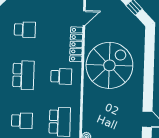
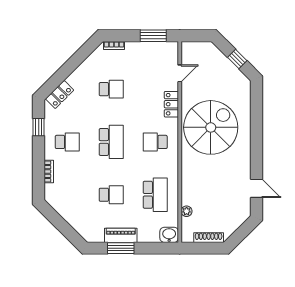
locker: (76, 44) -> (171, 104), width x0.66
school desk: (61, 76) -> (155, 142), turned 180

